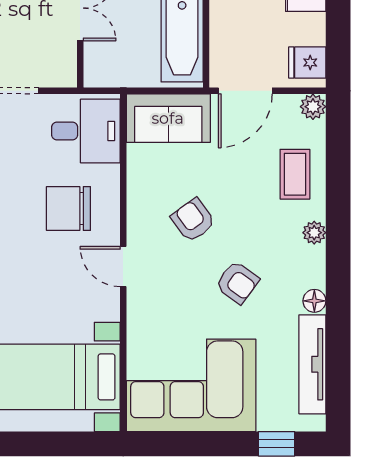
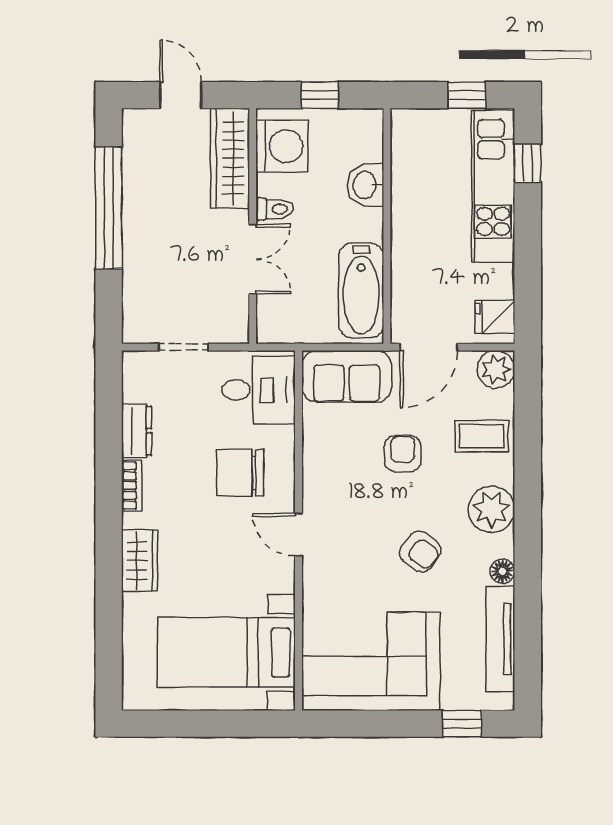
plant: (313, 107) -> (496, 369), width x1.38, depth x1.38
coffee table: (295, 174) -> (482, 436), turned 90
armchair: (193, 220) -> (403, 454), moved, turned 36
plant: (314, 233) -> (491, 509), width x1.88, depth x1.88

